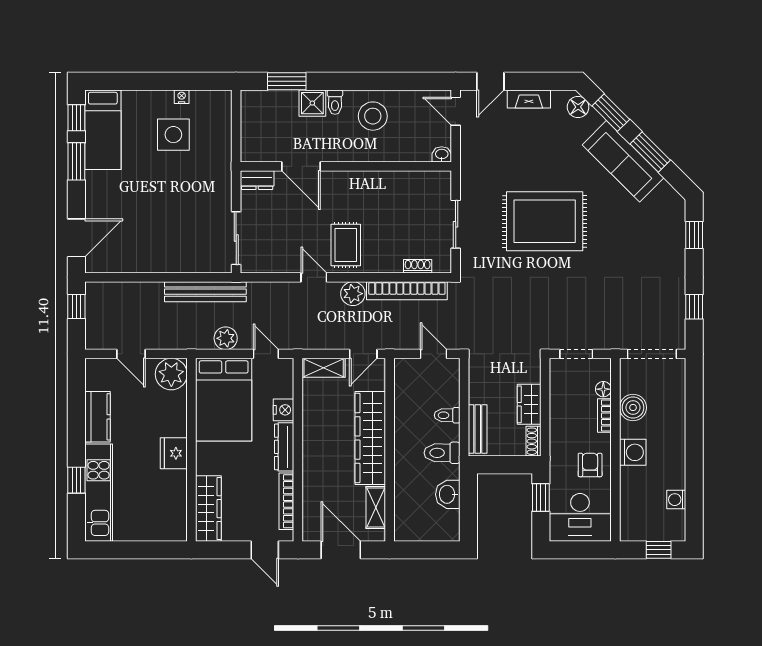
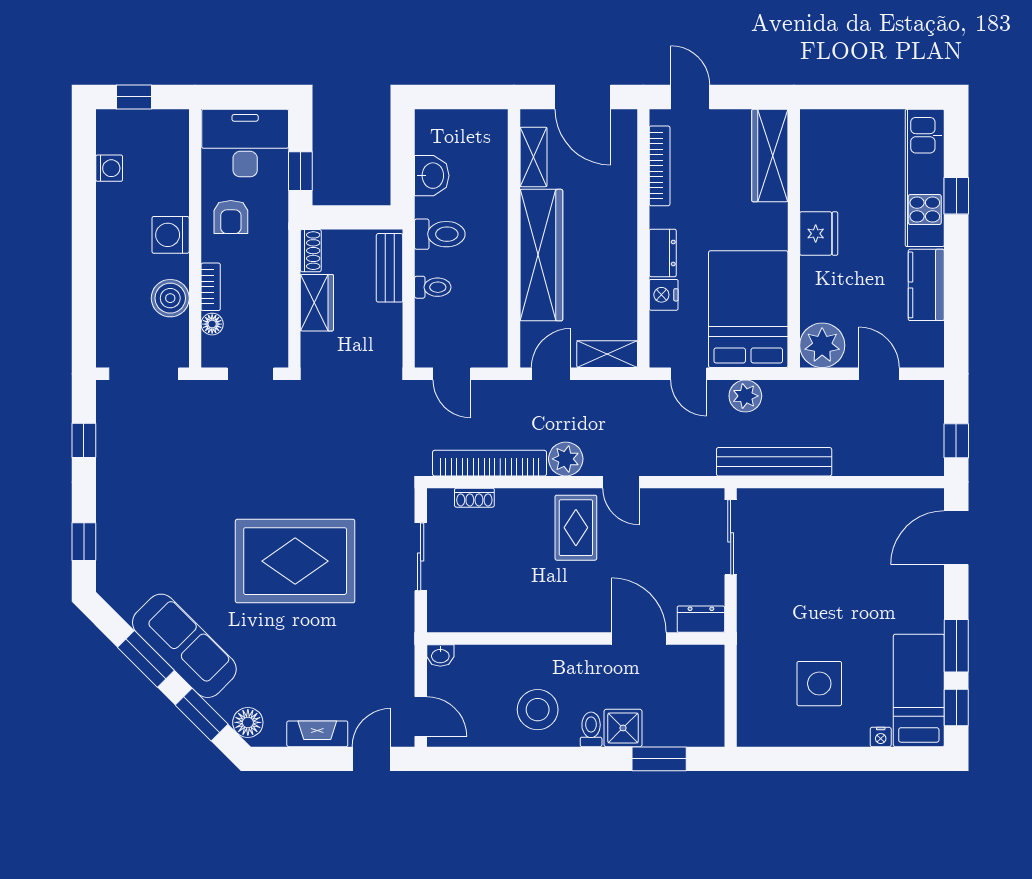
nightstand: (182, 97) -> (881, 737), moved
dresser: (284, 447) -> (663, 253), width x0.70

